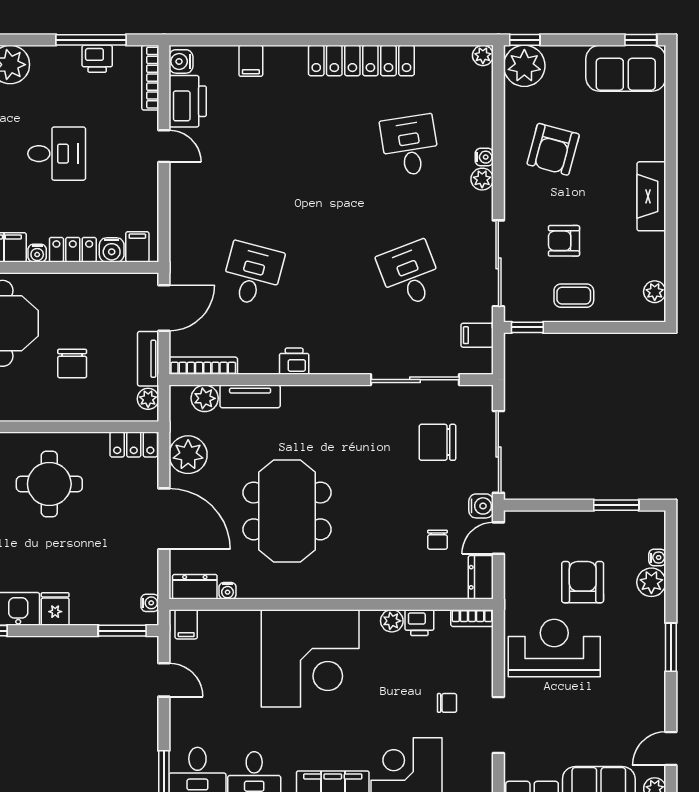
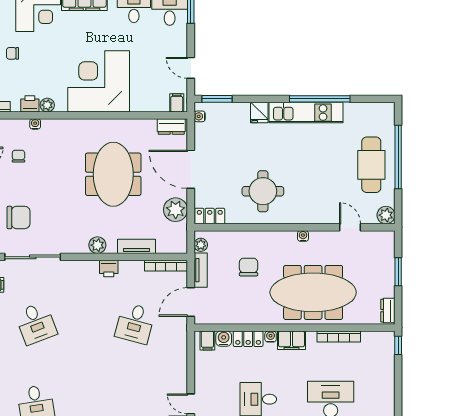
plant: (205, 398) -> (97, 245), moved
water cooler: (228, 591) -> (35, 124), moved

